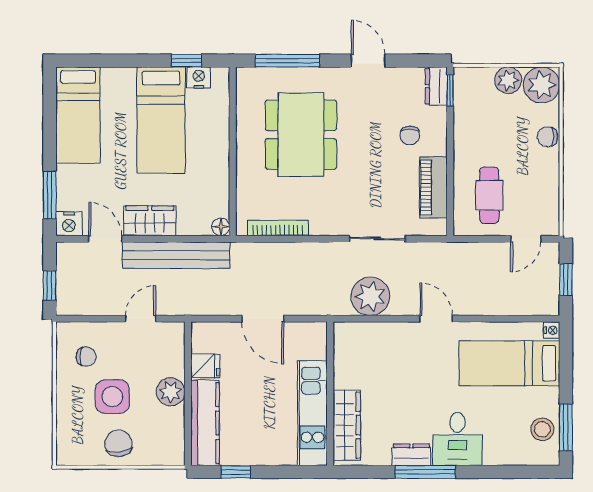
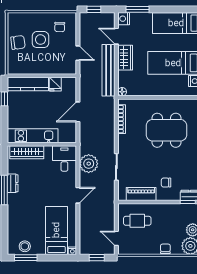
door: (105, 239) -> (116, 36), swing flipped
plant: (171, 392) -> (43, 68), removed
desk: (457, 439) -> (64, 159), moved, turned 90

